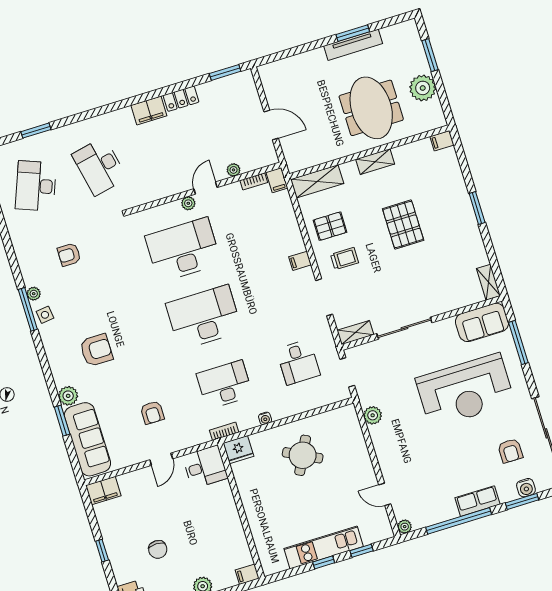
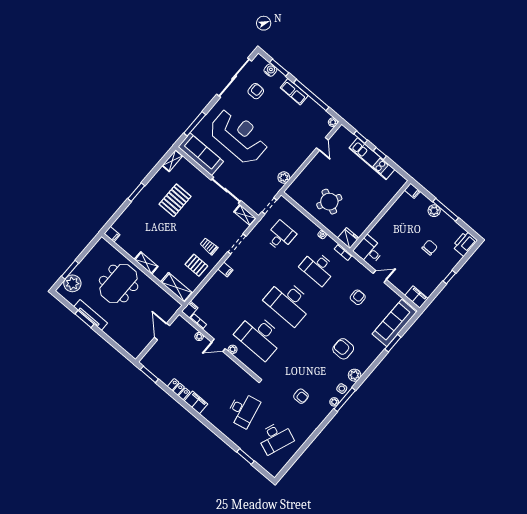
plant: (423, 88) -> (72, 283), moved
pallet: (403, 224) -> (175, 200), moved
sofa: (482, 322) -> (201, 154), width x1.36
plant: (68, 396) -> (355, 375), moved

